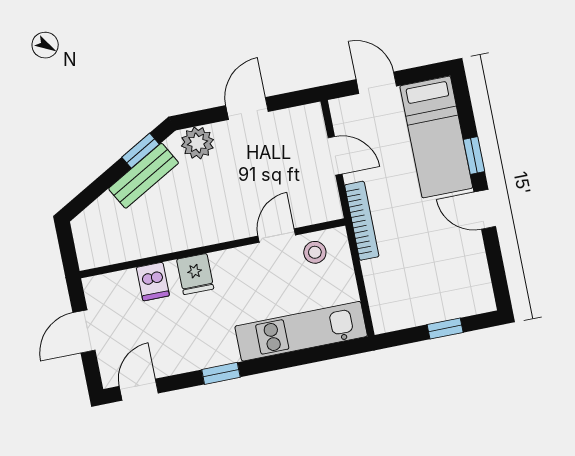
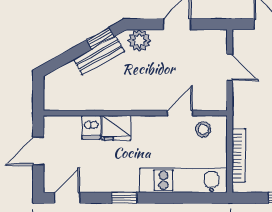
bookcase: (362, 221) -> (239, 156), moved
fridge: (195, 274) -> (116, 128), width x1.38

